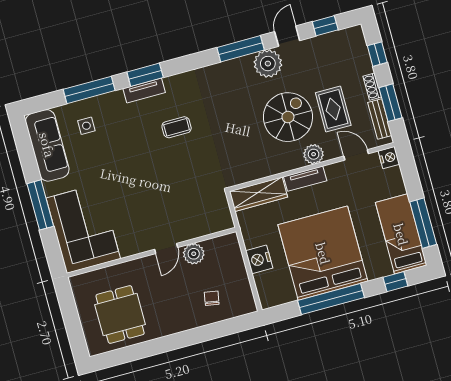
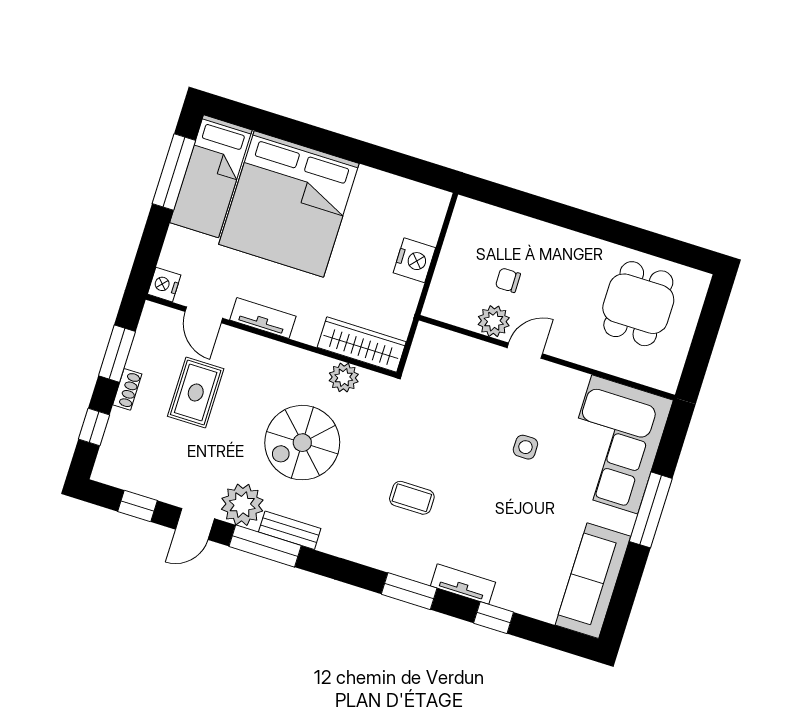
window: (89, 90) -> (494, 618), width x0.46
tv unit: (144, 91) -> (463, 584), moved
spiral stairs: (288, 117) -> (302, 443), moved
bench: (380, 119) -> (290, 530), moved, turned 90
side table: (86, 126) -> (525, 447), moved
plant: (314, 154) -> (344, 377), moved
tv unit: (305, 179) -> (263, 318), moved
bed: (323, 253) -> (289, 204), moved
window: (395, 282) -> (258, 120), removed
chair: (212, 298) -> (508, 280), moved, turned 80
window: (331, 299) -> (355, 150), removed

